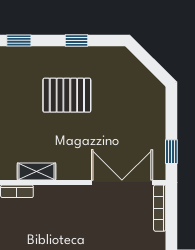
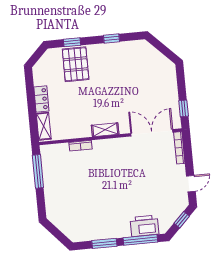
pallet: (67, 95) -> (76, 64), moved, turned 90
shelving: (37, 172) -> (105, 130), moved

